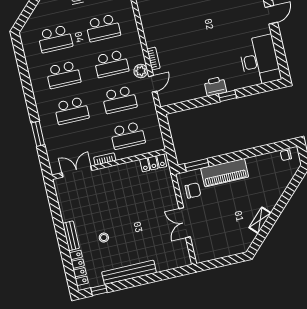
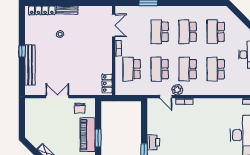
window: (197, 165) -> (98, 138), moved
bench: (129, 272) -> (30, 65), moved
window: (99, 290) -> (22, 51), moved

